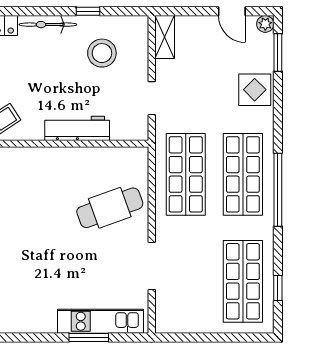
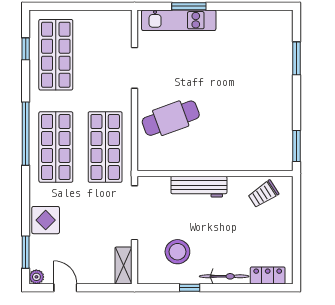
doorway: (152, 98) -> (134, 213), width x1.88

